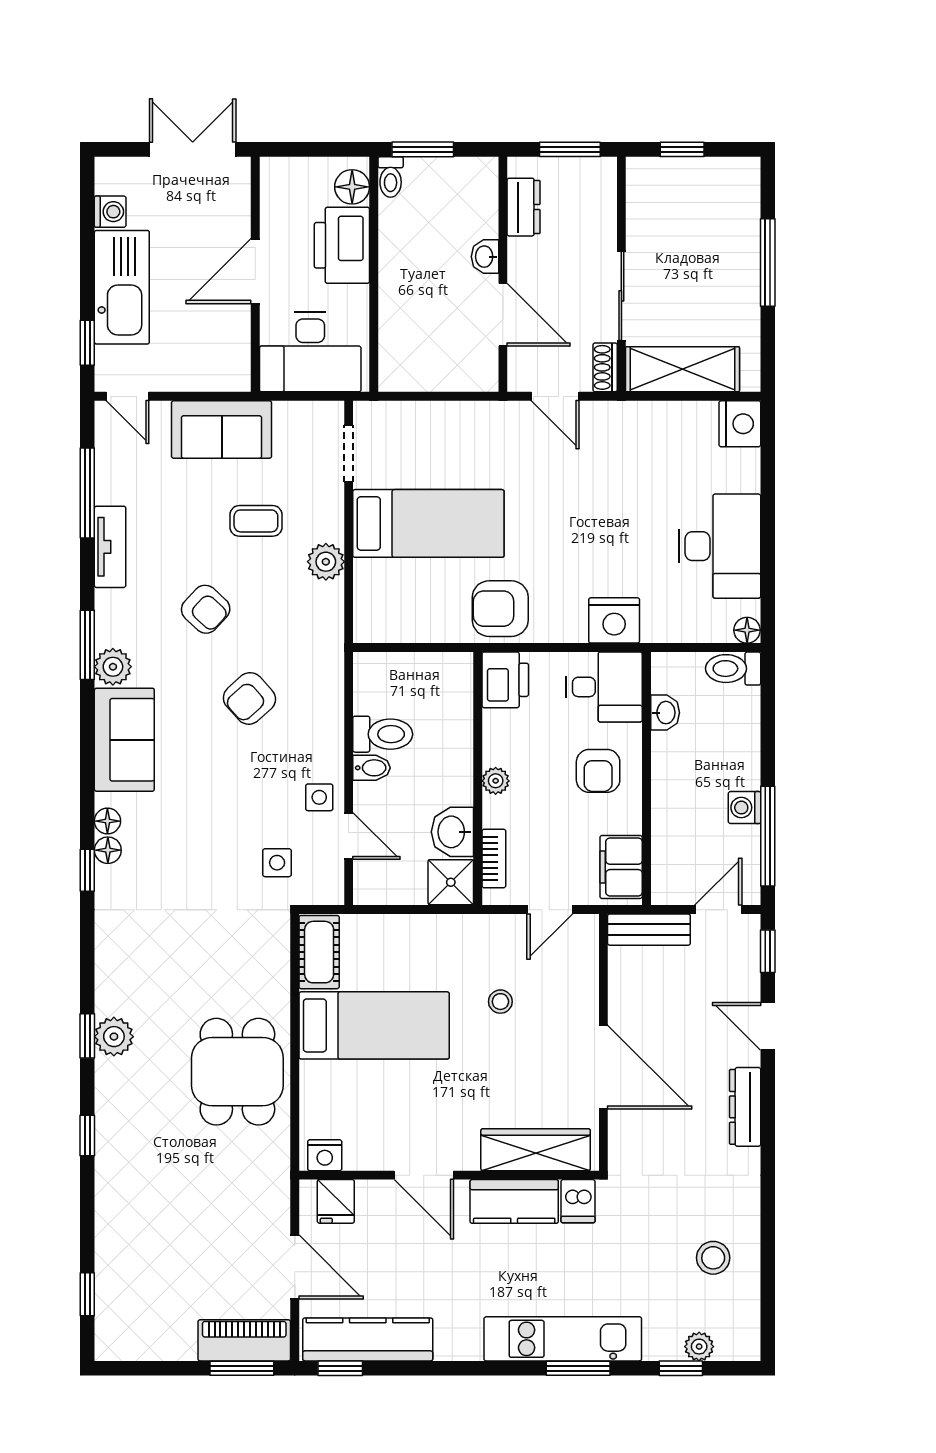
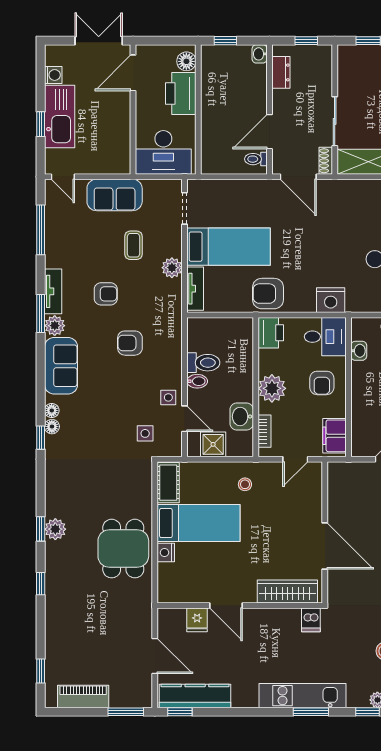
window: (423, 149) -> (225, 41), width x0.67
window: (570, 149) -> (306, 41), width x0.67
toilet: (391, 177) -> (256, 159), moved, turned 90
washbasin: (485, 257) -> (260, 54), moved
door: (255, 271) -> (133, 73), moved
door: (503, 315) -> (269, 132), swing flipped
window: (87, 343) -> (41, 124), moved
door: (555, 396) -> (298, 177), width x1.38
coffee table: (256, 521) -> (134, 245), turned 90
tv unit: (110, 547) -> (53, 291), moved
tv unit: (368, 600) -> (195, 289), added
armchair: (206, 609) -> (106, 294), turned -43
armchair: (249, 698) -> (130, 343), turned 42
plant: (496, 781) -> (272, 388), width x1.87, depth x1.87
shower: (451, 882) -> (213, 444), moved
bench: (649, 930) -> (350, 470), removed
stool: (500, 1002) -> (245, 484), moved
nightstand: (325, 1155) -> (166, 553), moved, turned 90
fridge: (336, 1201) -> (197, 620), moved
kitchen counter: (514, 1201) -> (276, 620), removed
piano: (244, 1340) -> (83, 696), moved

